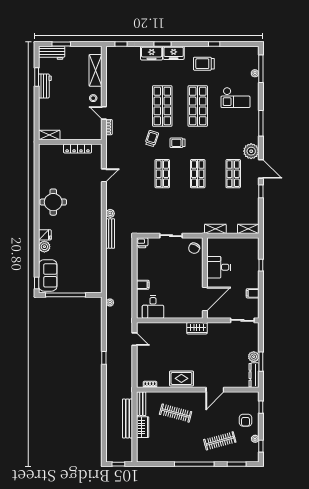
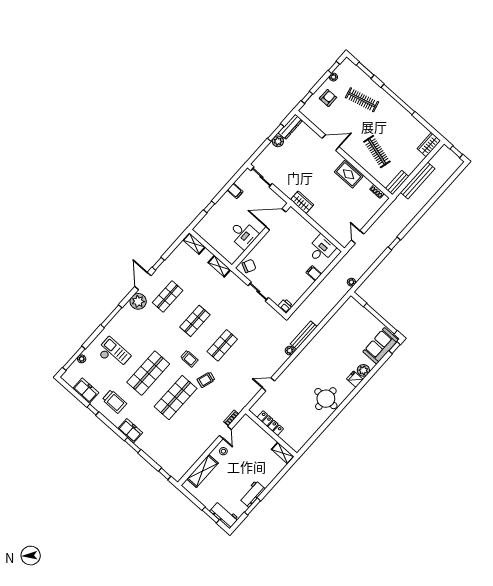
freezer: (152, 53) -> (86, 391), moved
wardrobe: (143, 427) -> (429, 145), moved

